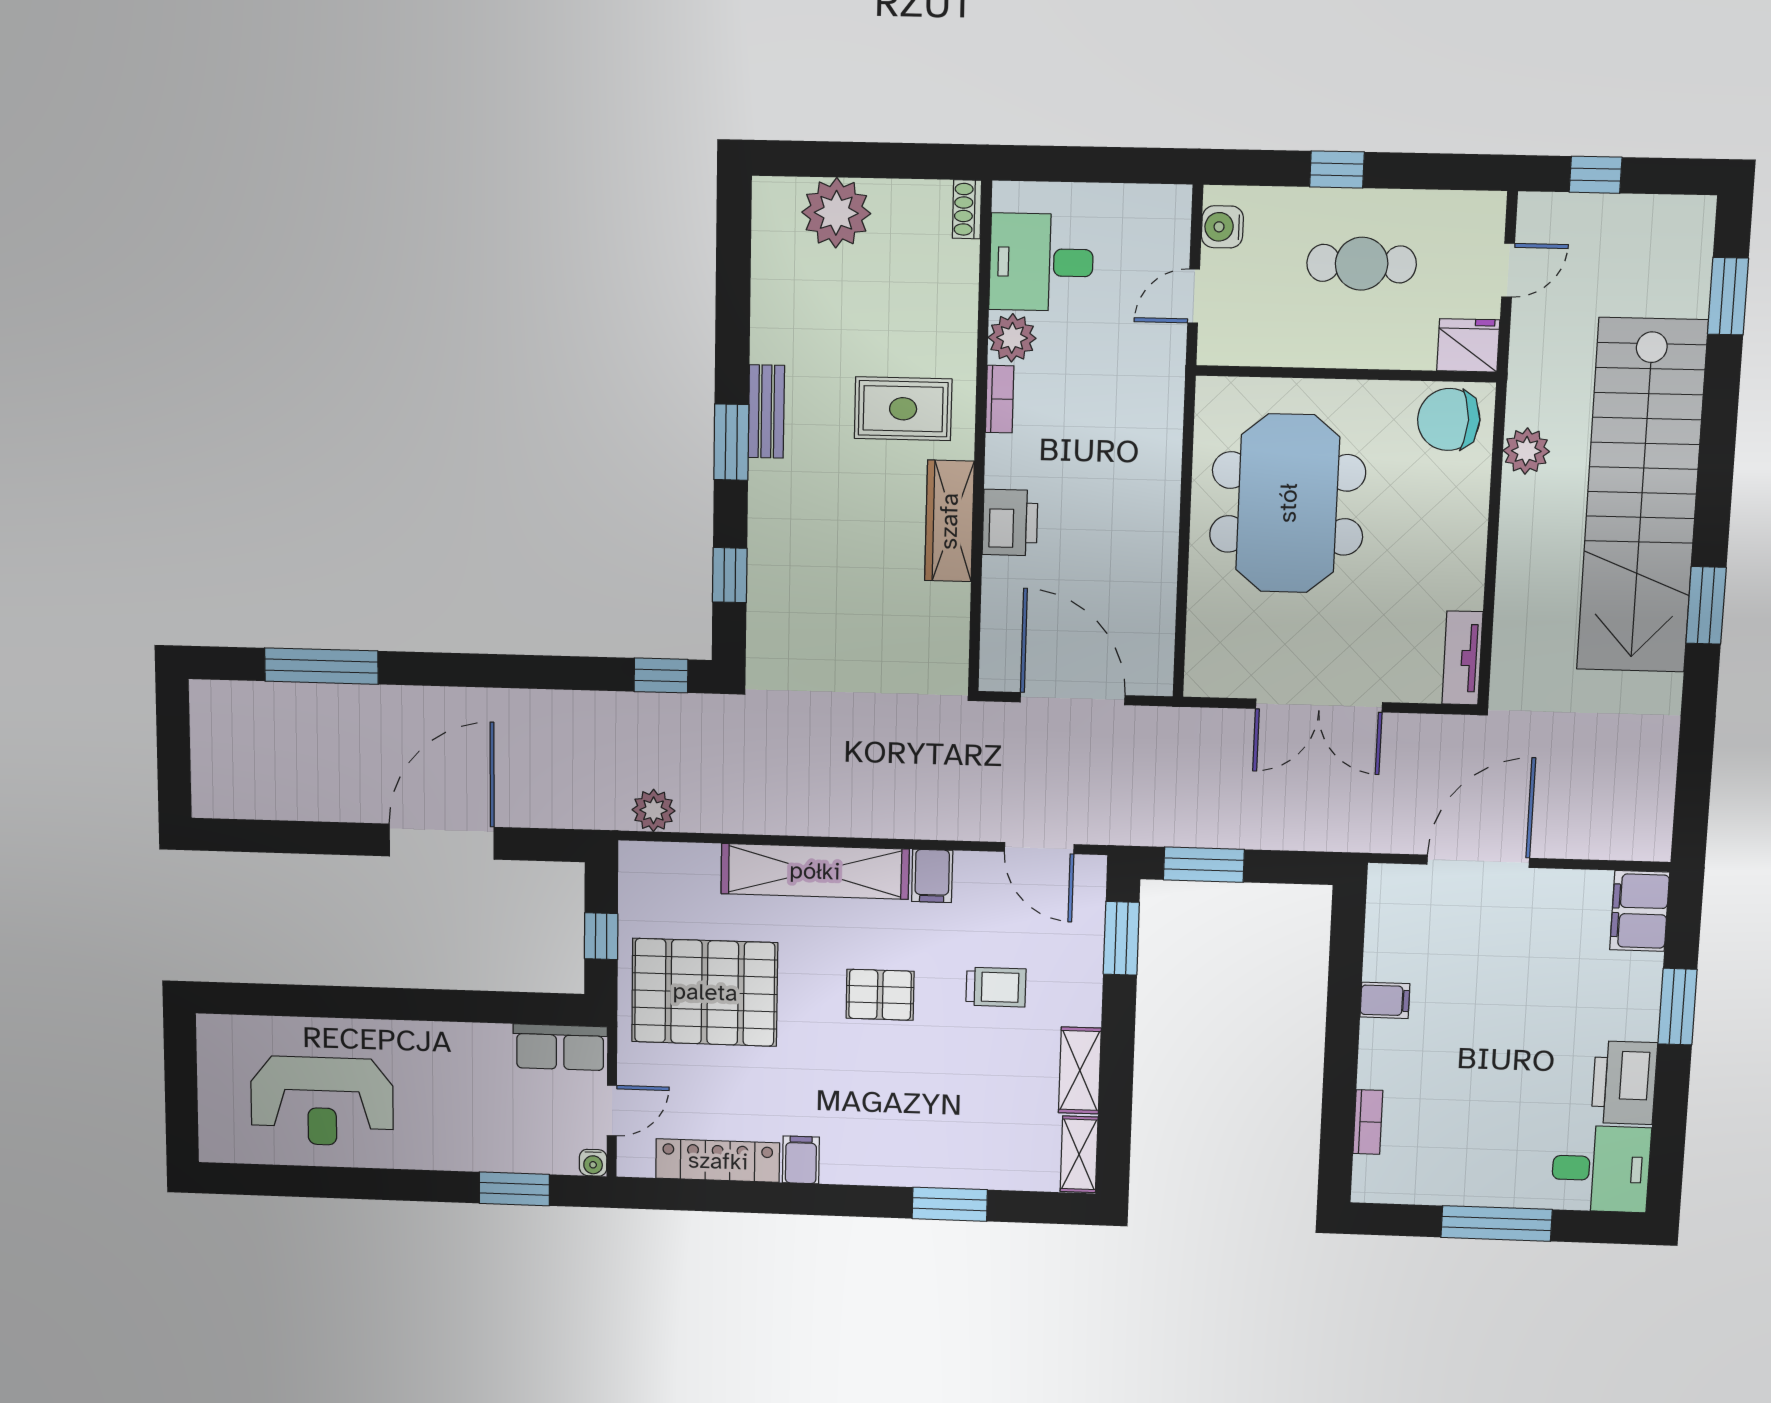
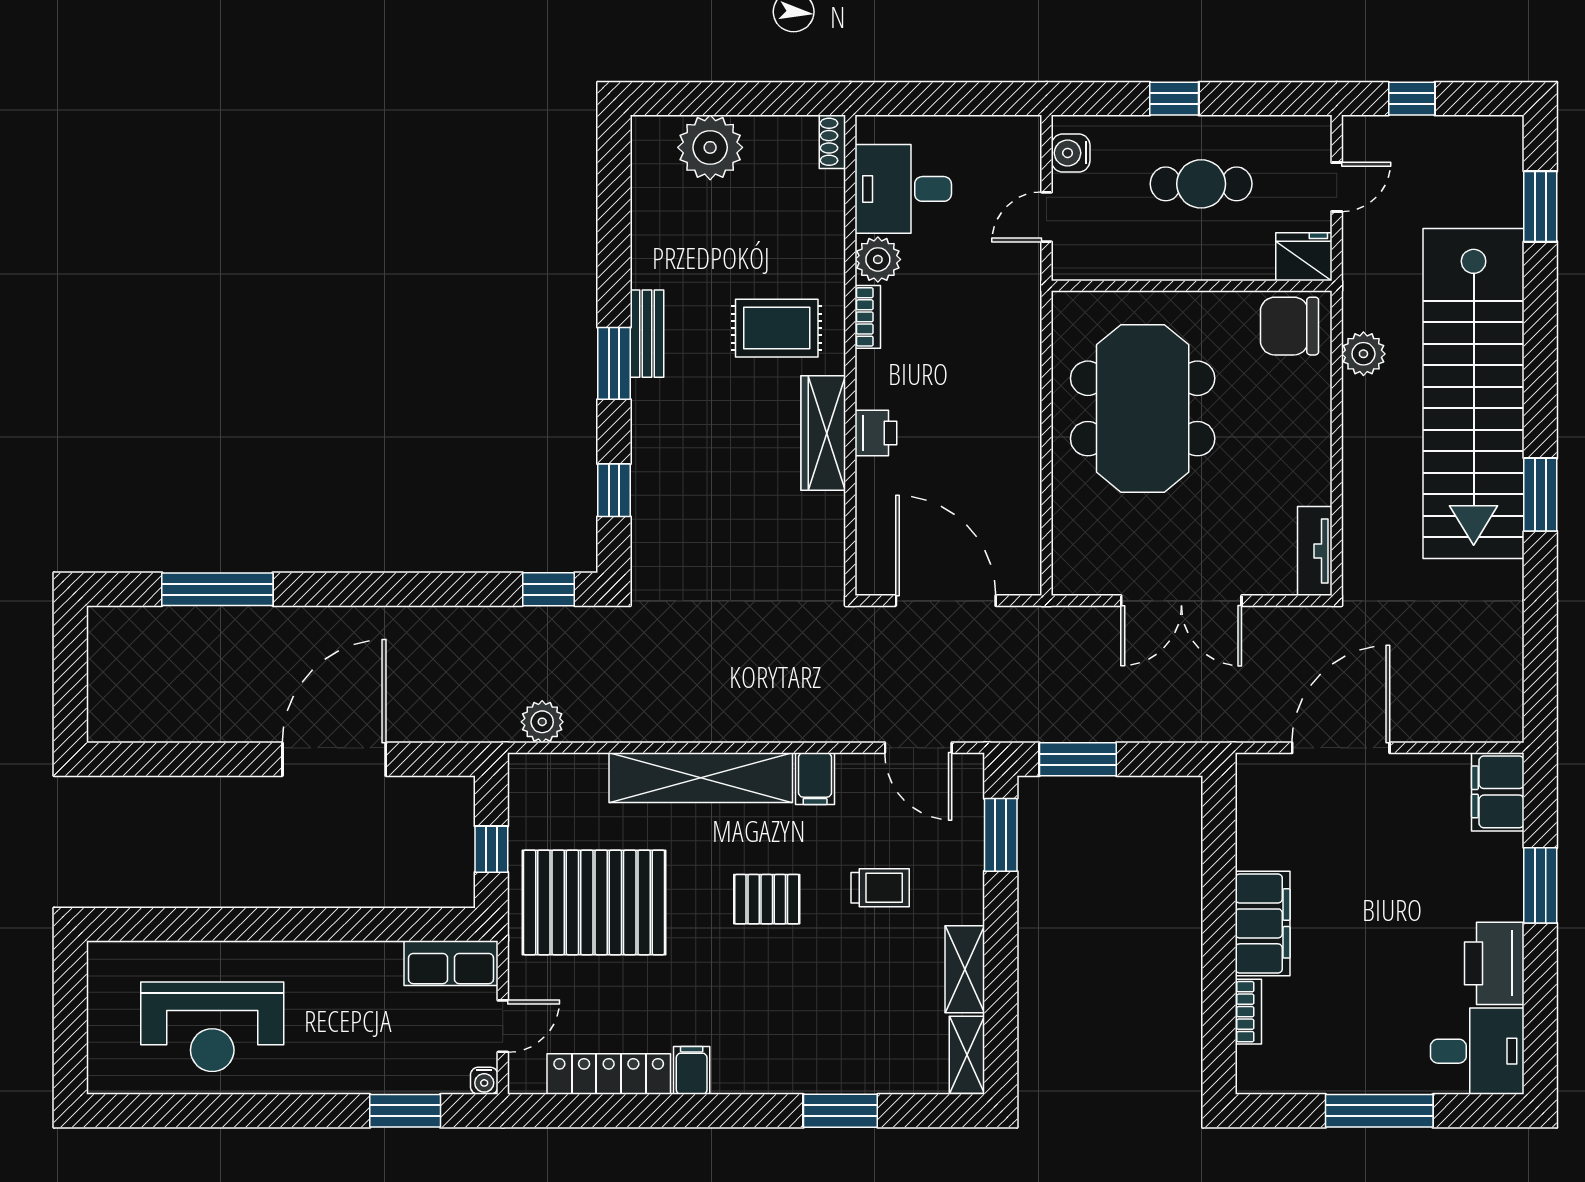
printer: (1010, 523) -> (876, 433), width x0.73, depth x0.81
filing cabinet: (1385, 1000) -> (1263, 923), width x3.00, depth x1.17

